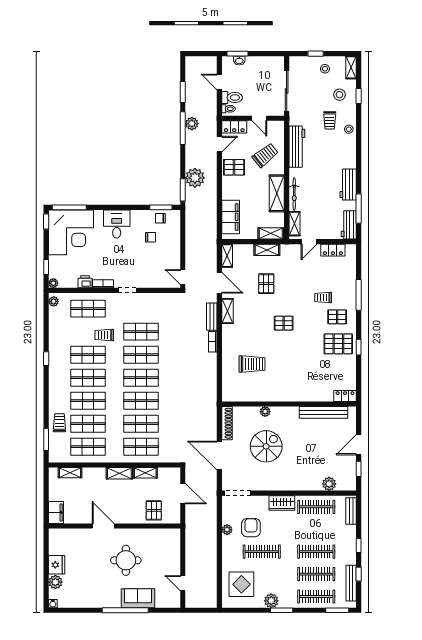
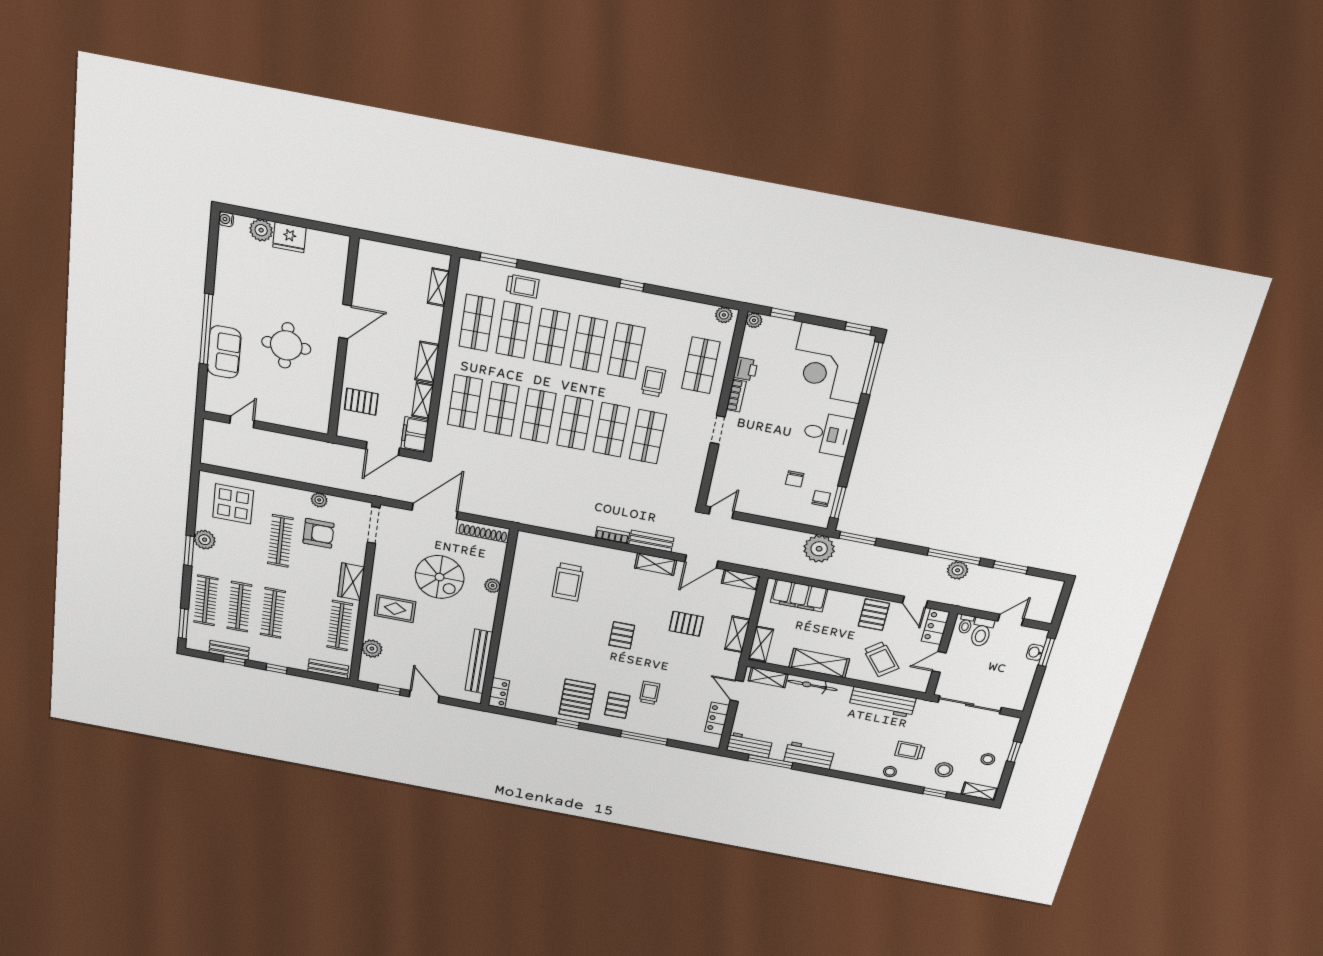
plant: (195, 178) -> (819, 549), moved
rug: (296, 472) -> (395, 609), added
filing cabinet: (56, 512) -> (415, 435), moved, turned 90
bench: (351, 583) -> (229, 650), width x0.73

